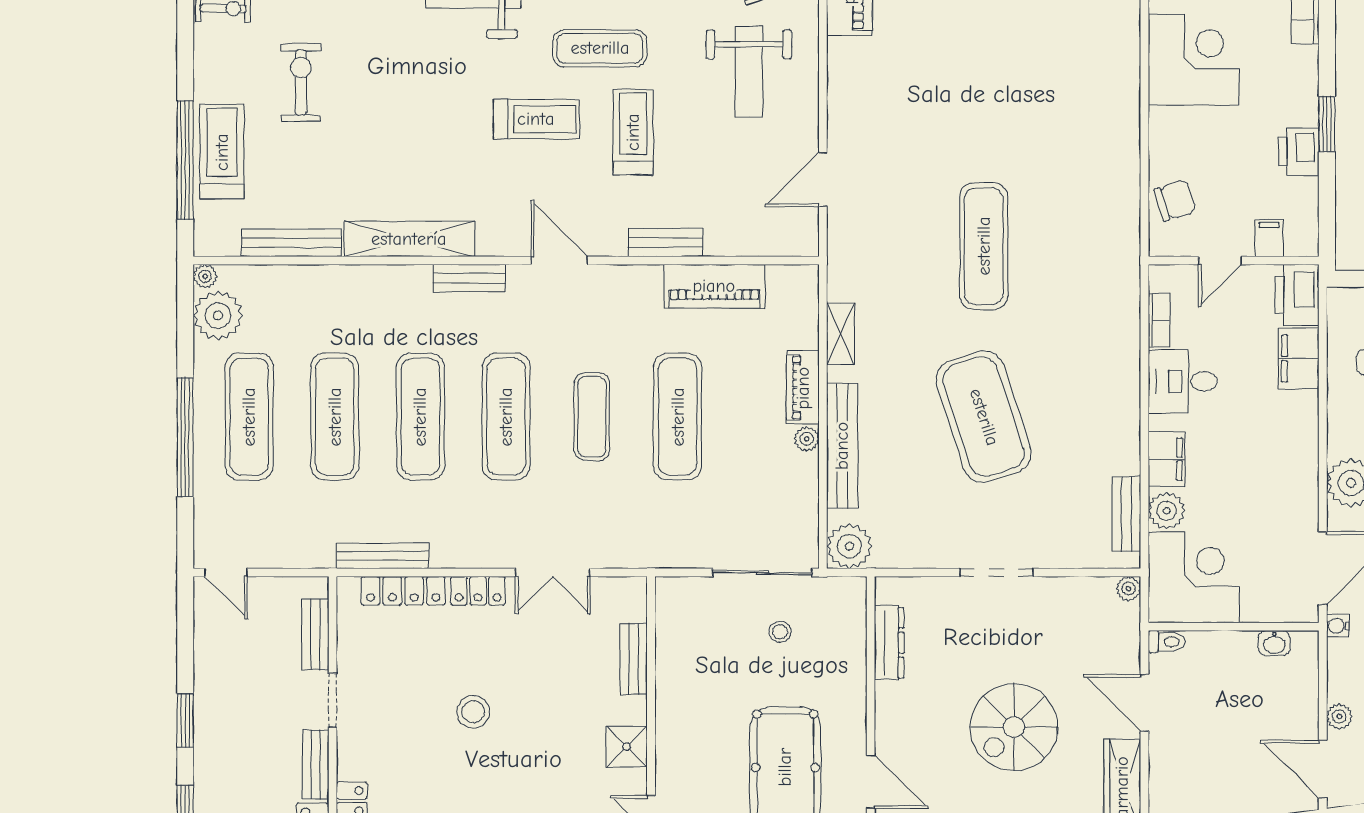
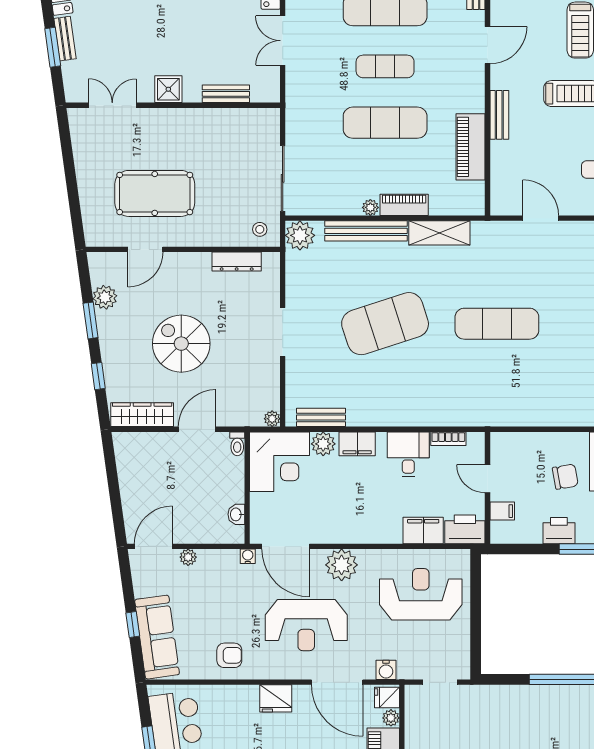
chair: (1175, 200) -> (565, 477), moved, turned -82
shelving: (841, 334) -> (439, 233), width x1.50, depth x1.33
stool: (780, 632) -> (260, 229), moved

